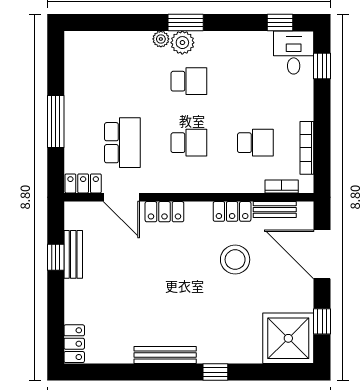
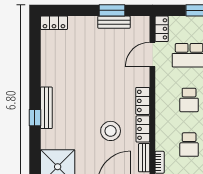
locker: (164, 212) -> (143, 101), moved
window: (56, 257) -> (112, 10), width x1.50
bench: (165, 355) -> (46, 108), moved

